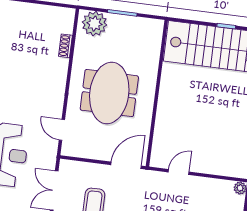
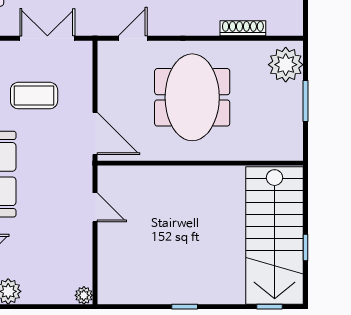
shoe rack: (65, 46) -> (243, 28), width x1.43
meeting table: (109, 93) -> (192, 97), turned 90

